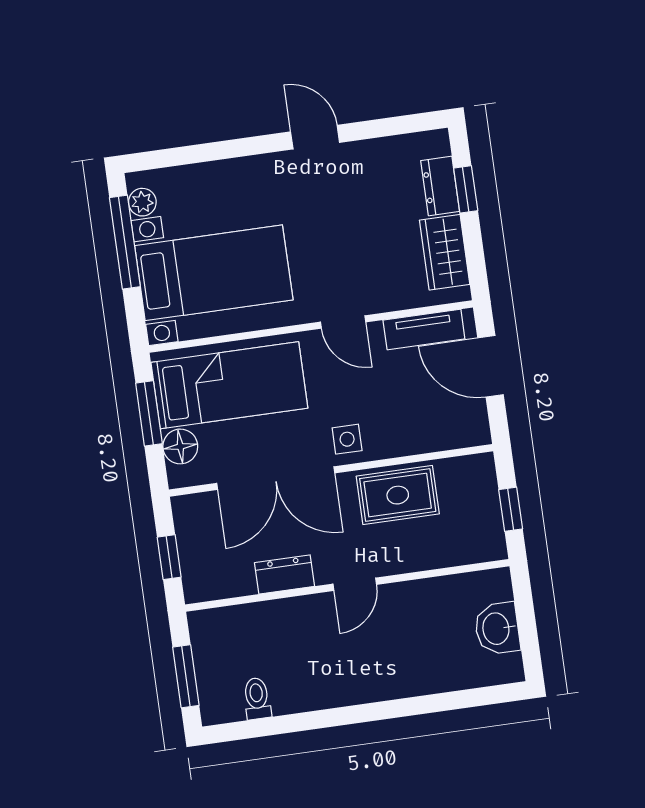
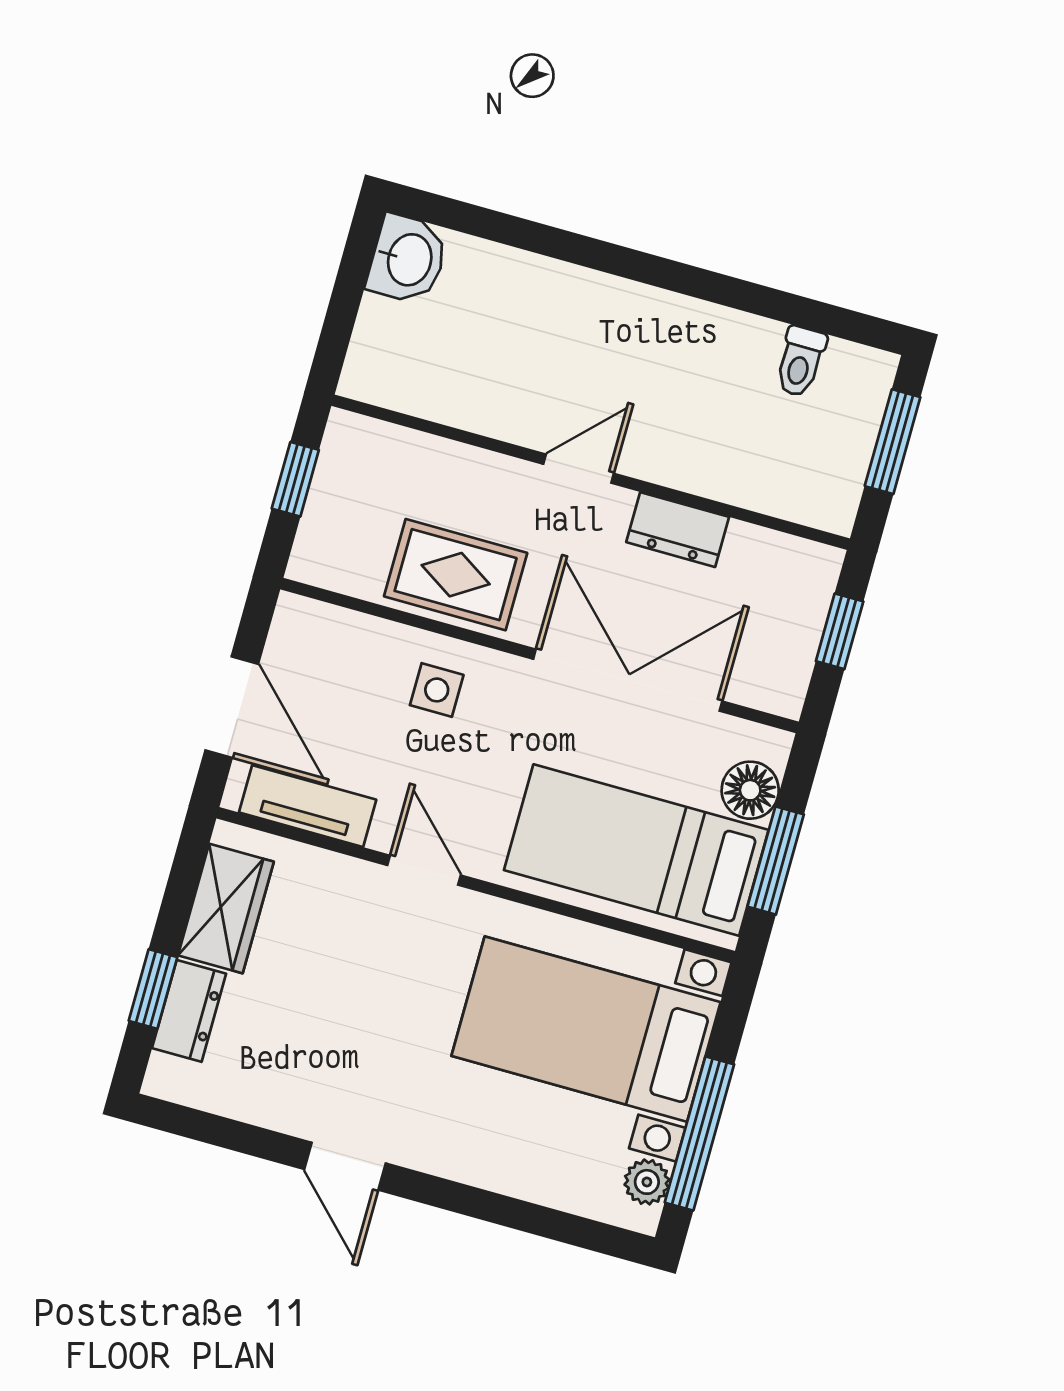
side table: (347, 439) -> (437, 690), moved
washbasin: (497, 628) -> (408, 259), moved

